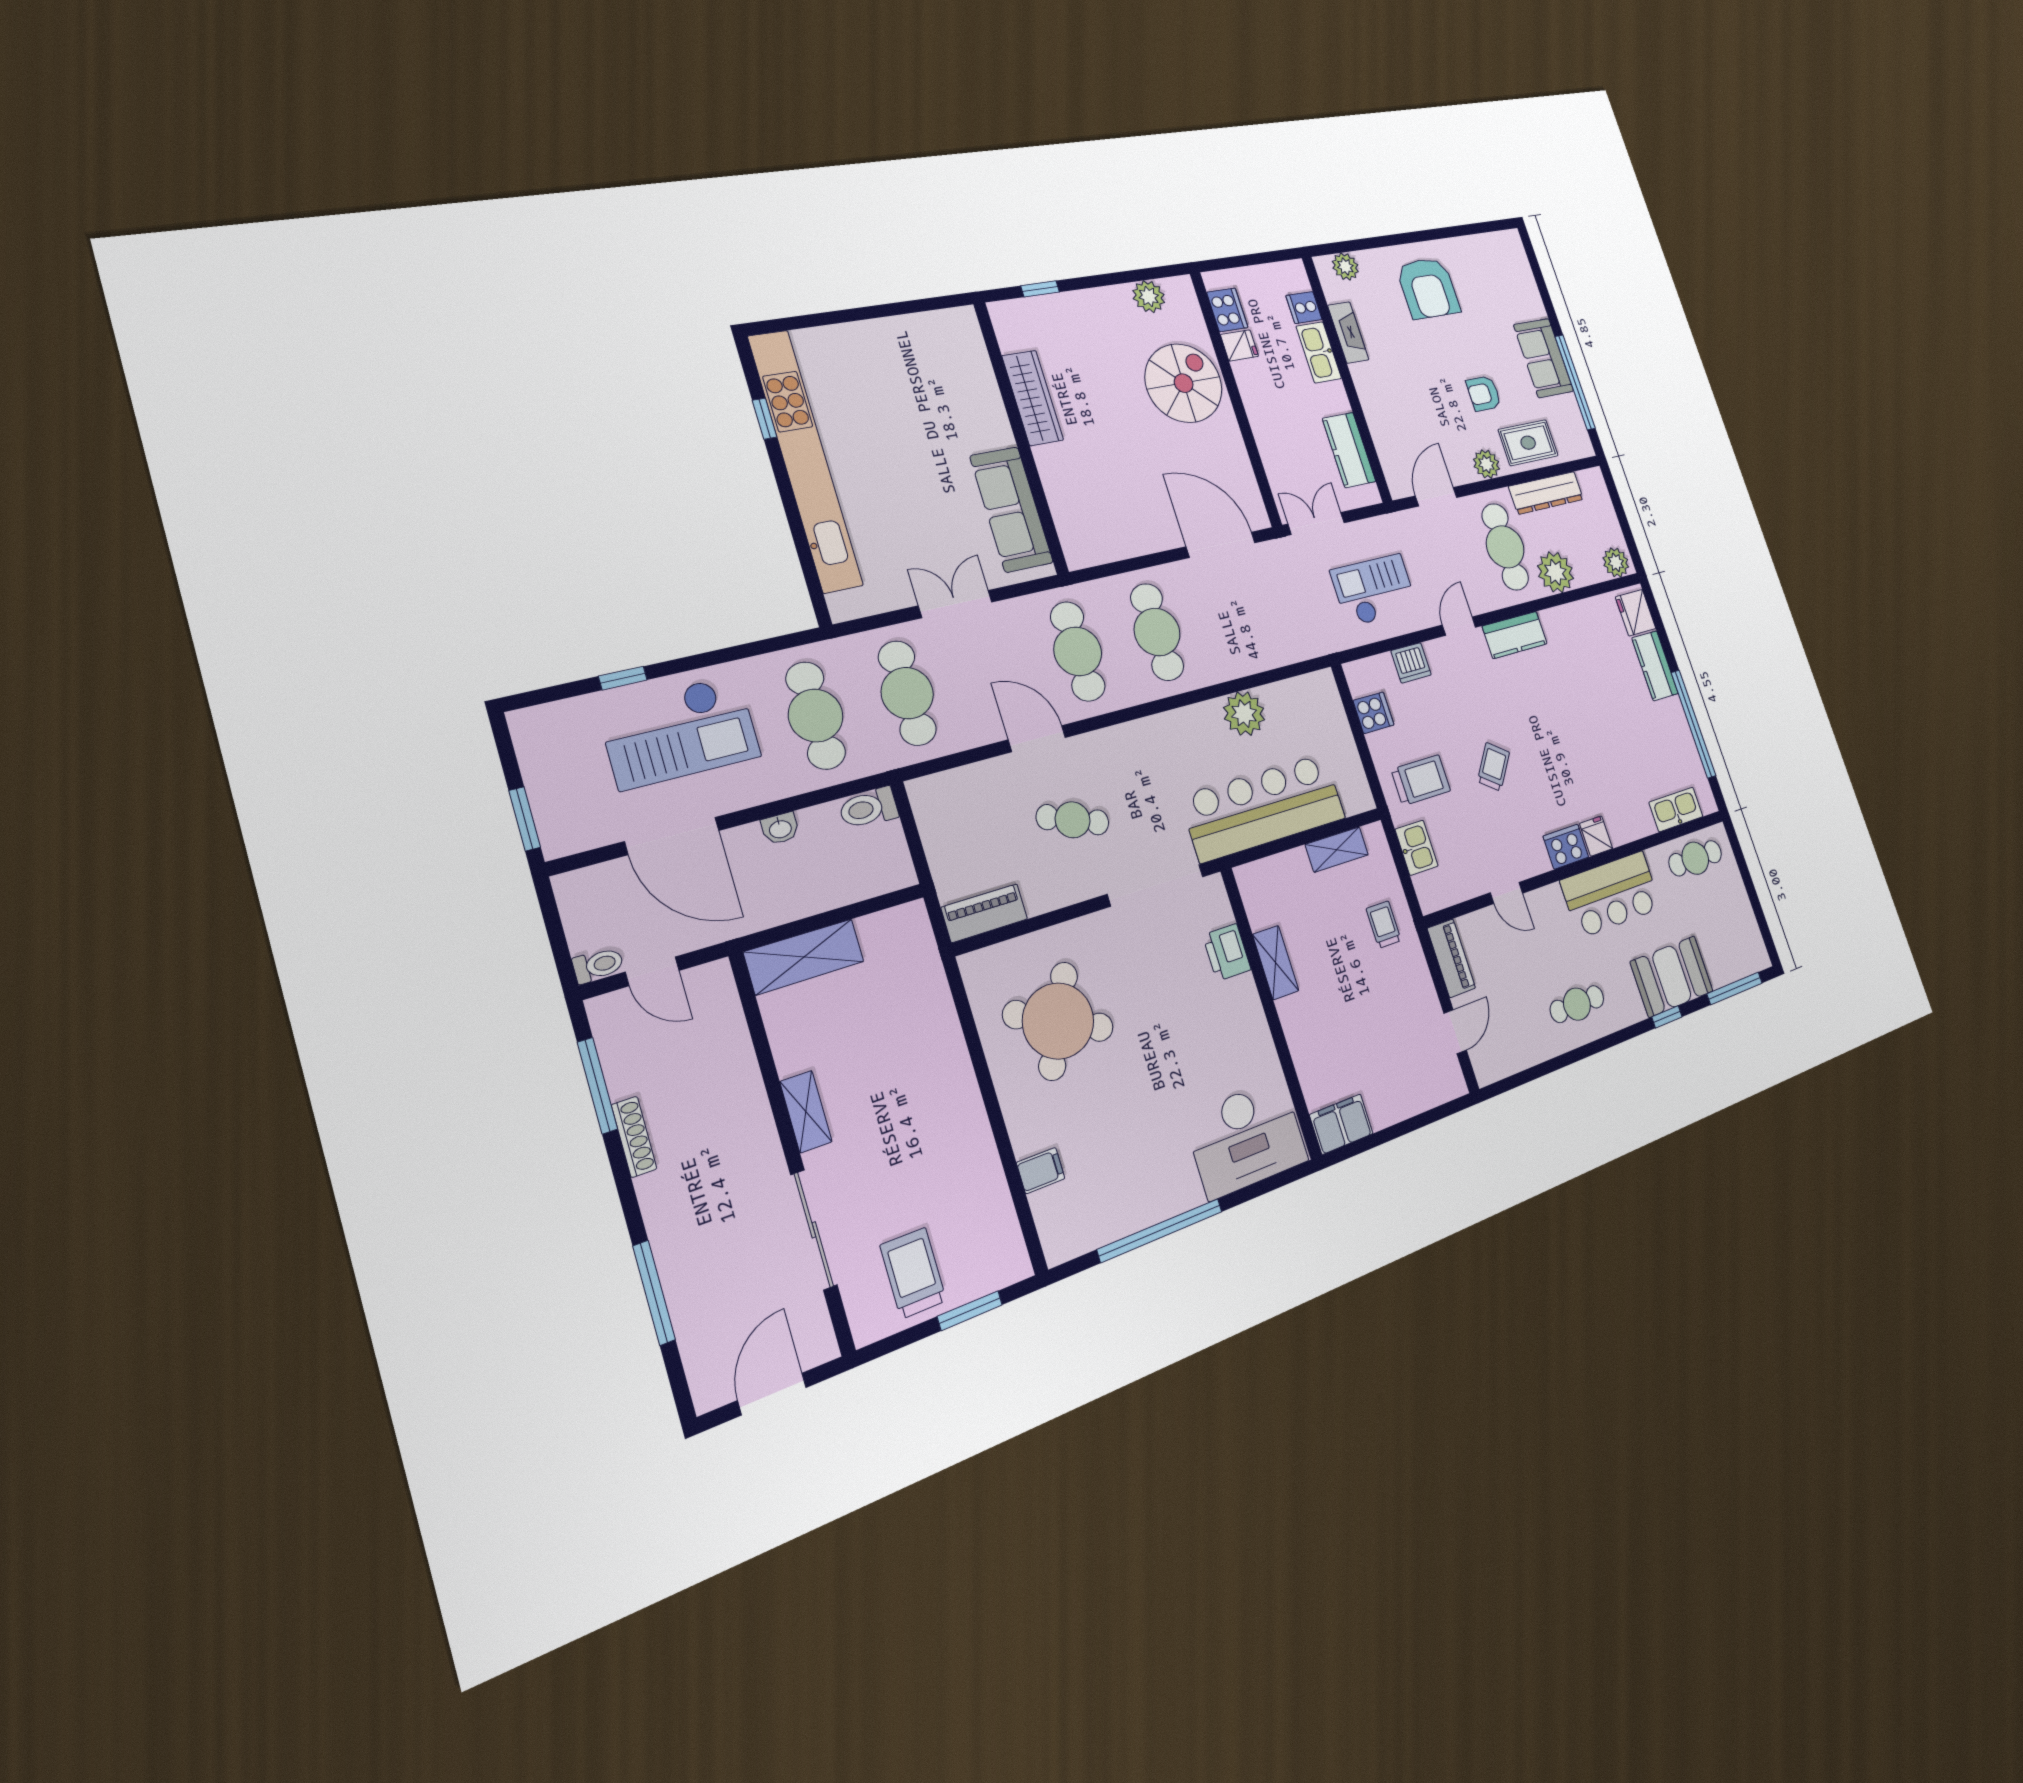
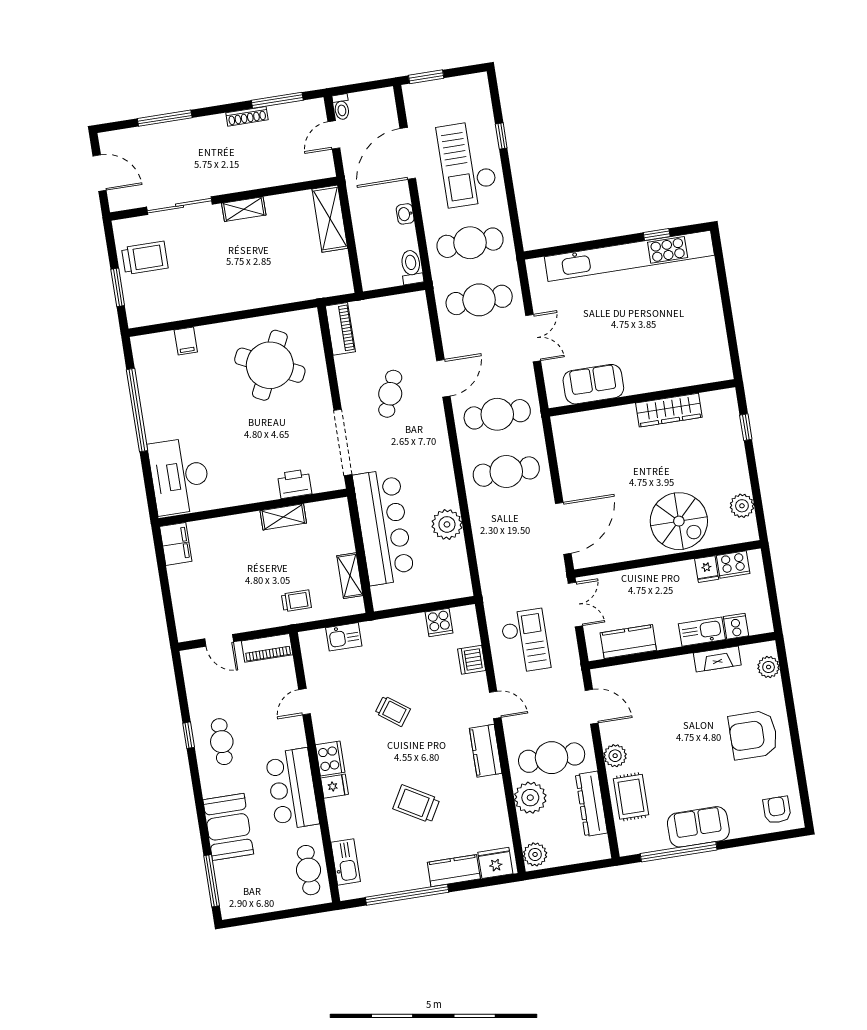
armchair: (1484, 394) -> (777, 810), moved
sofa: (1011, 509) -> (593, 384), width x0.73
trolley: (1421, 780) -> (416, 804), moved, turned 120
window: (1667, 1017) -> (189, 735), moved

